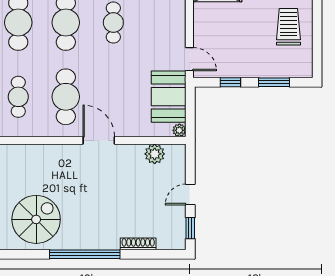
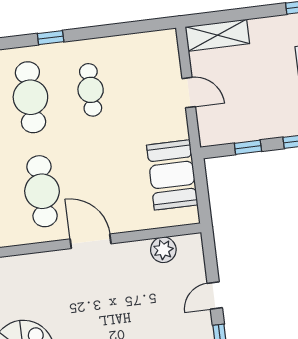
door: (189, 59) -> (189, 93), moved
plant: (179, 130) -> (191, 216), removed

